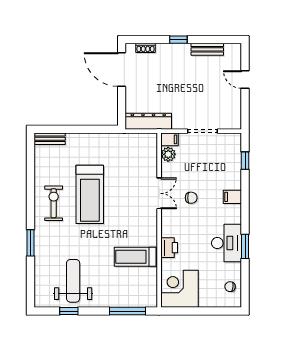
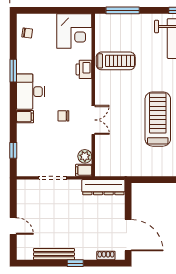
bench: (207, 49) -> (54, 254), width x1.36
double door: (159, 193) -> (93, 120), swing flipped
desk: (227, 243) -> (30, 92), moved

